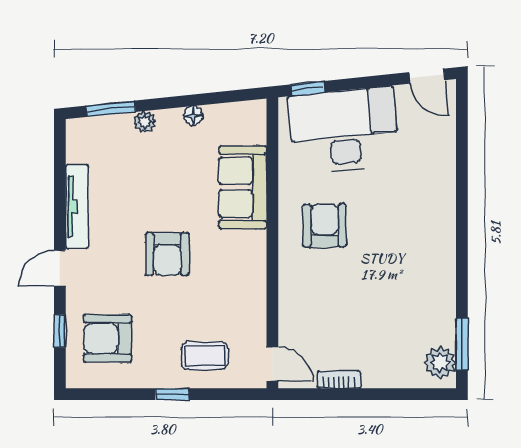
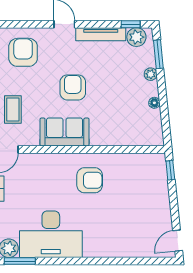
desk: (344, 130) -> (51, 234), moved, turned 96
plant: (82, 146) -> (136, 37), added
sofa: (243, 187) -> (64, 132), moved
armchair: (167, 254) -> (73, 87), turned 90
window: (60, 331) -> (131, 24), moved

